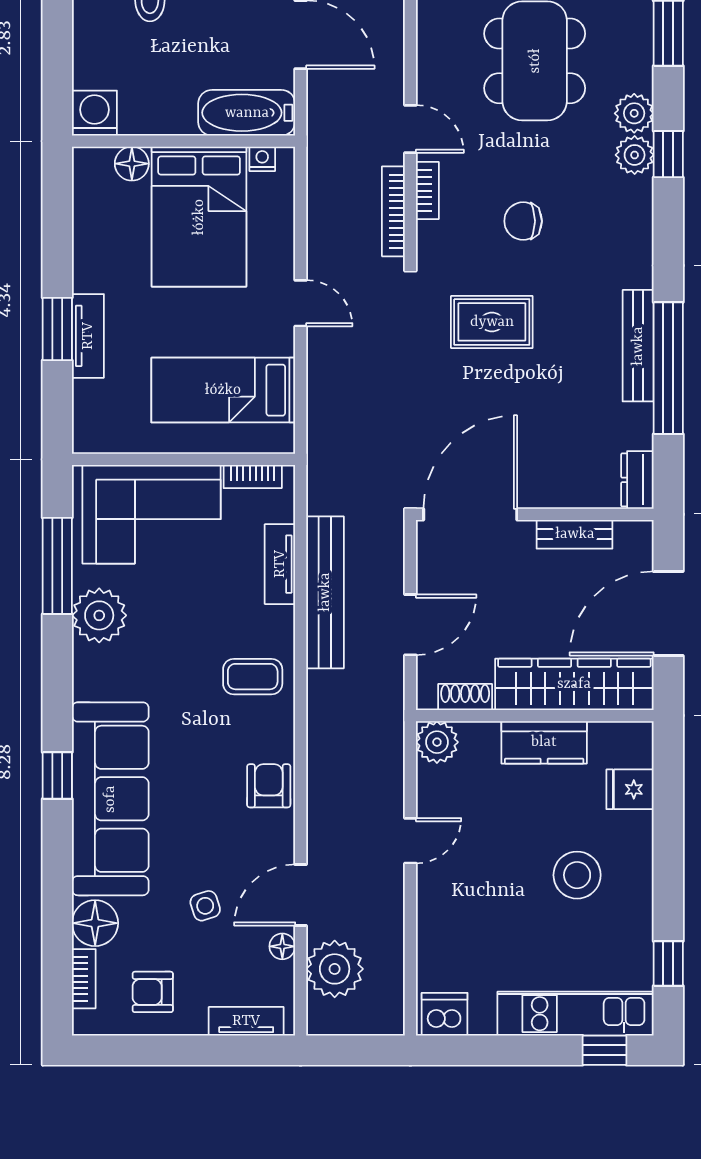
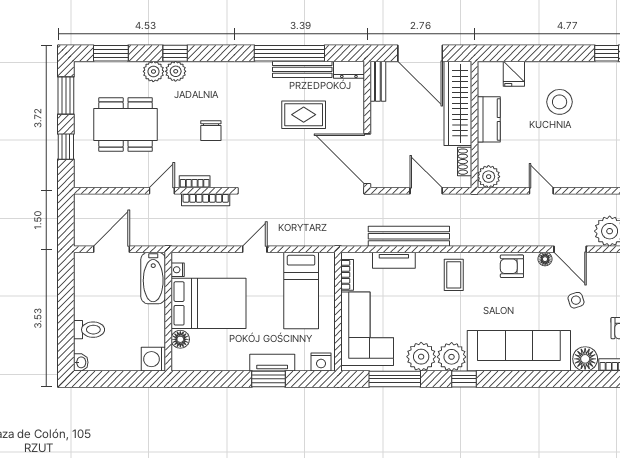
rug: (492, 322) -> (304, 115), moved, turned 90
bench: (638, 346) -> (302, 69), moved
nightstand: (89, 428) -> (321, 362), added
bench: (575, 534) -> (378, 81), moved
plant: (99, 672) -> (452, 357), added
window: (57, 776) -> (464, 379), moved
floor lamp: (282, 946) -> (545, 259), moved

